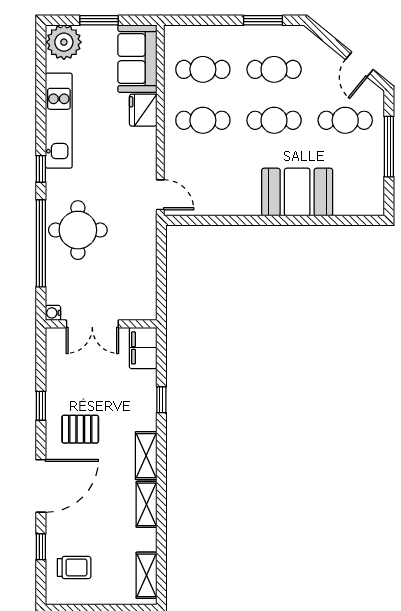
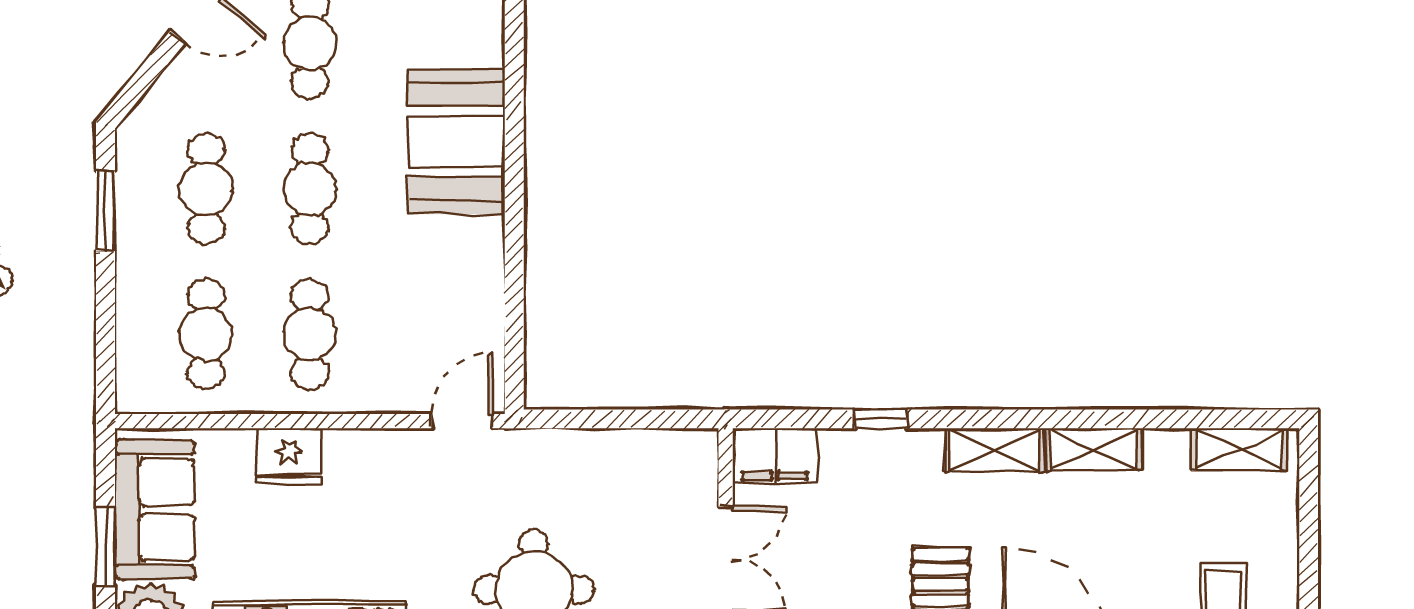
sofa: (137, 59) -> (155, 510), moved, turned -90

